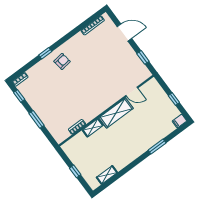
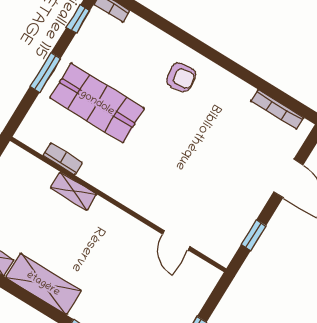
window: (45, 53) -> (184, 37), removed
shop shelf: (59, 102) -> (97, 103), added
shelving: (116, 113) -> (43, 284), moved

